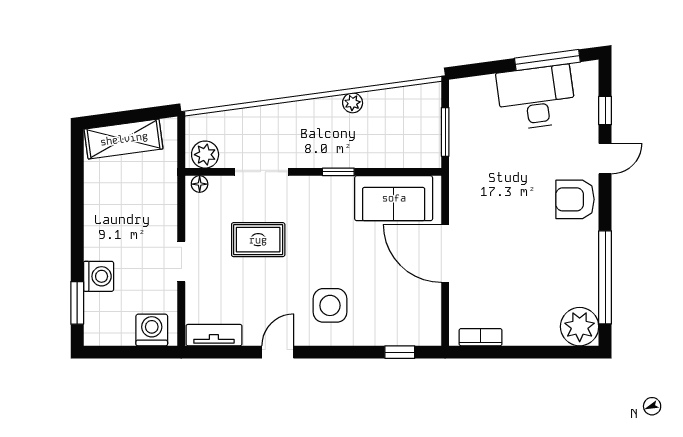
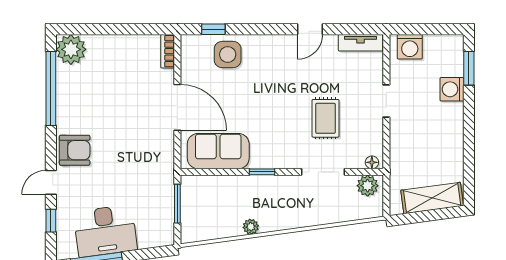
rug: (258, 240) -> (325, 118), turned 90
side table: (330, 305) -> (228, 54), moved
bookcase: (481, 337) -> (168, 51), moved, turned 90

